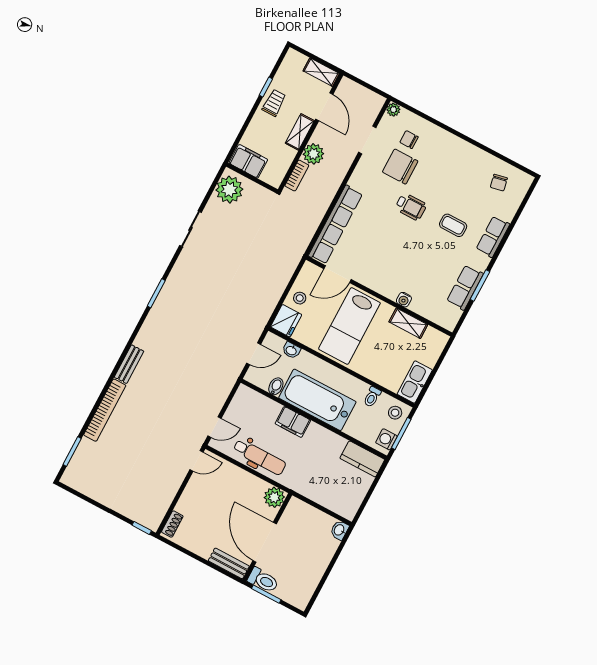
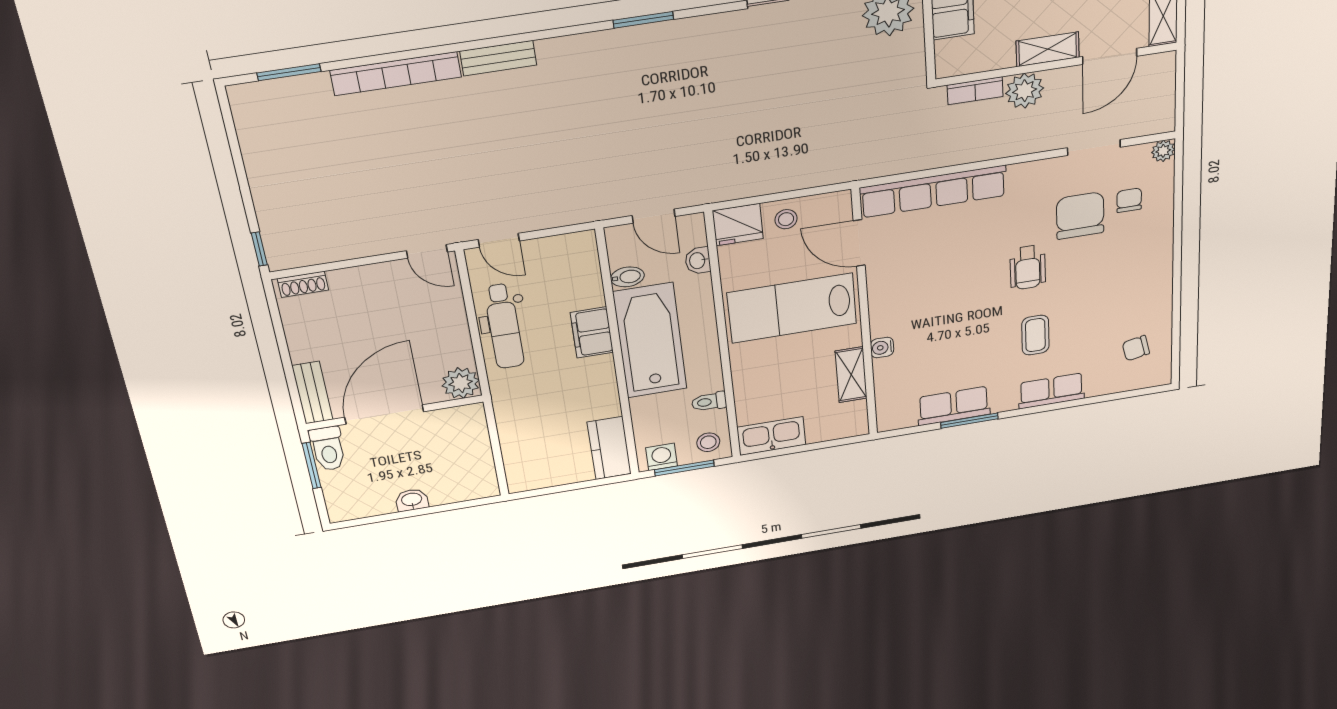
washbasin: (339, 530) -> (412, 500), moved

